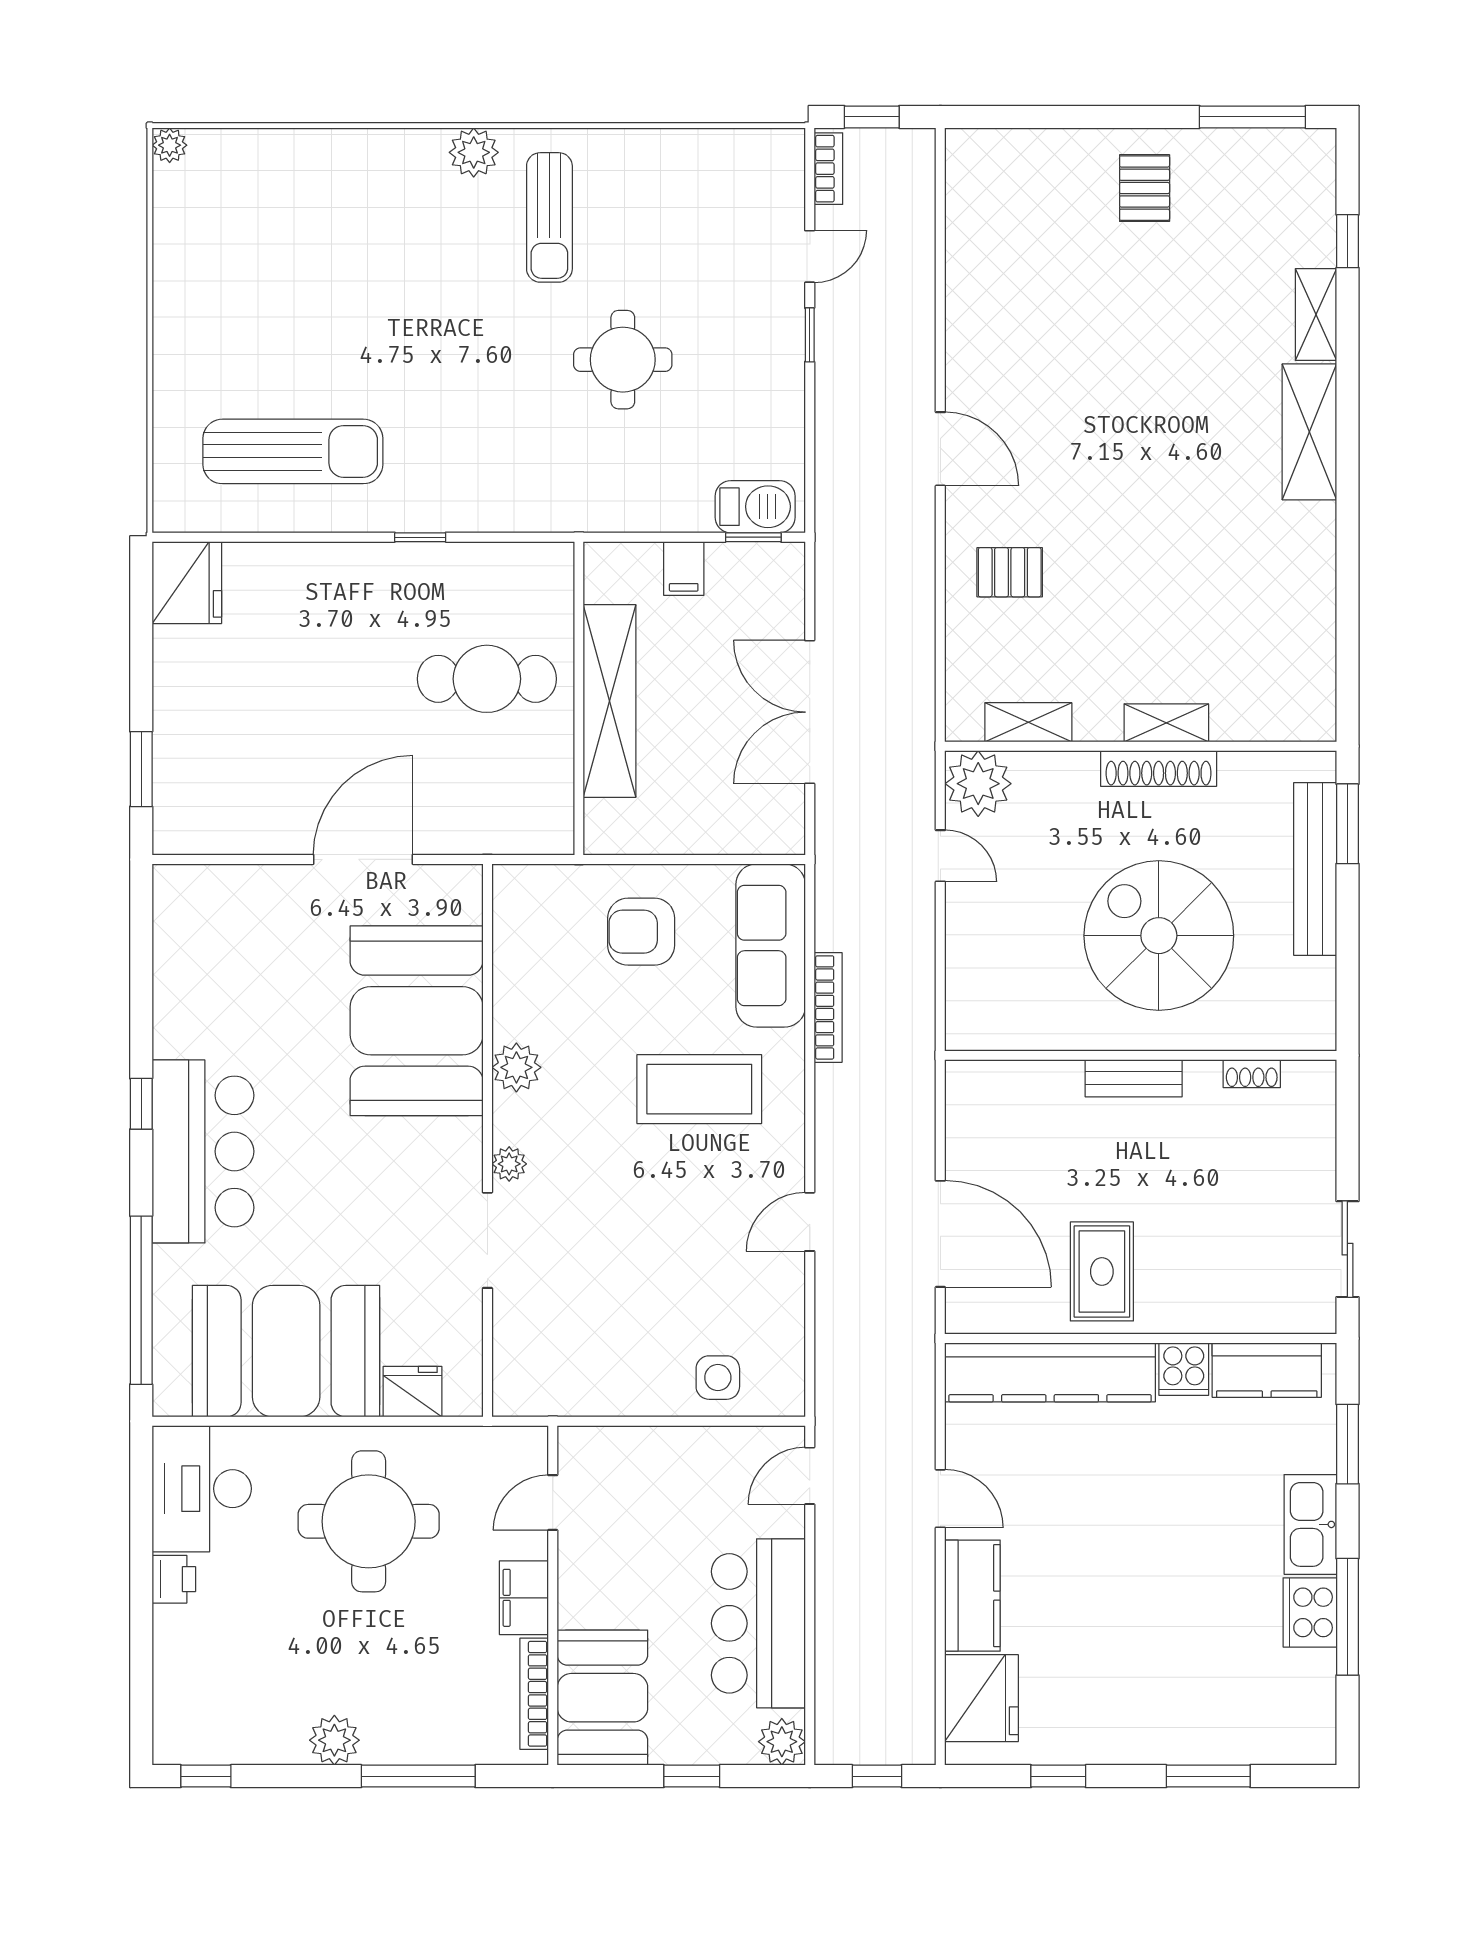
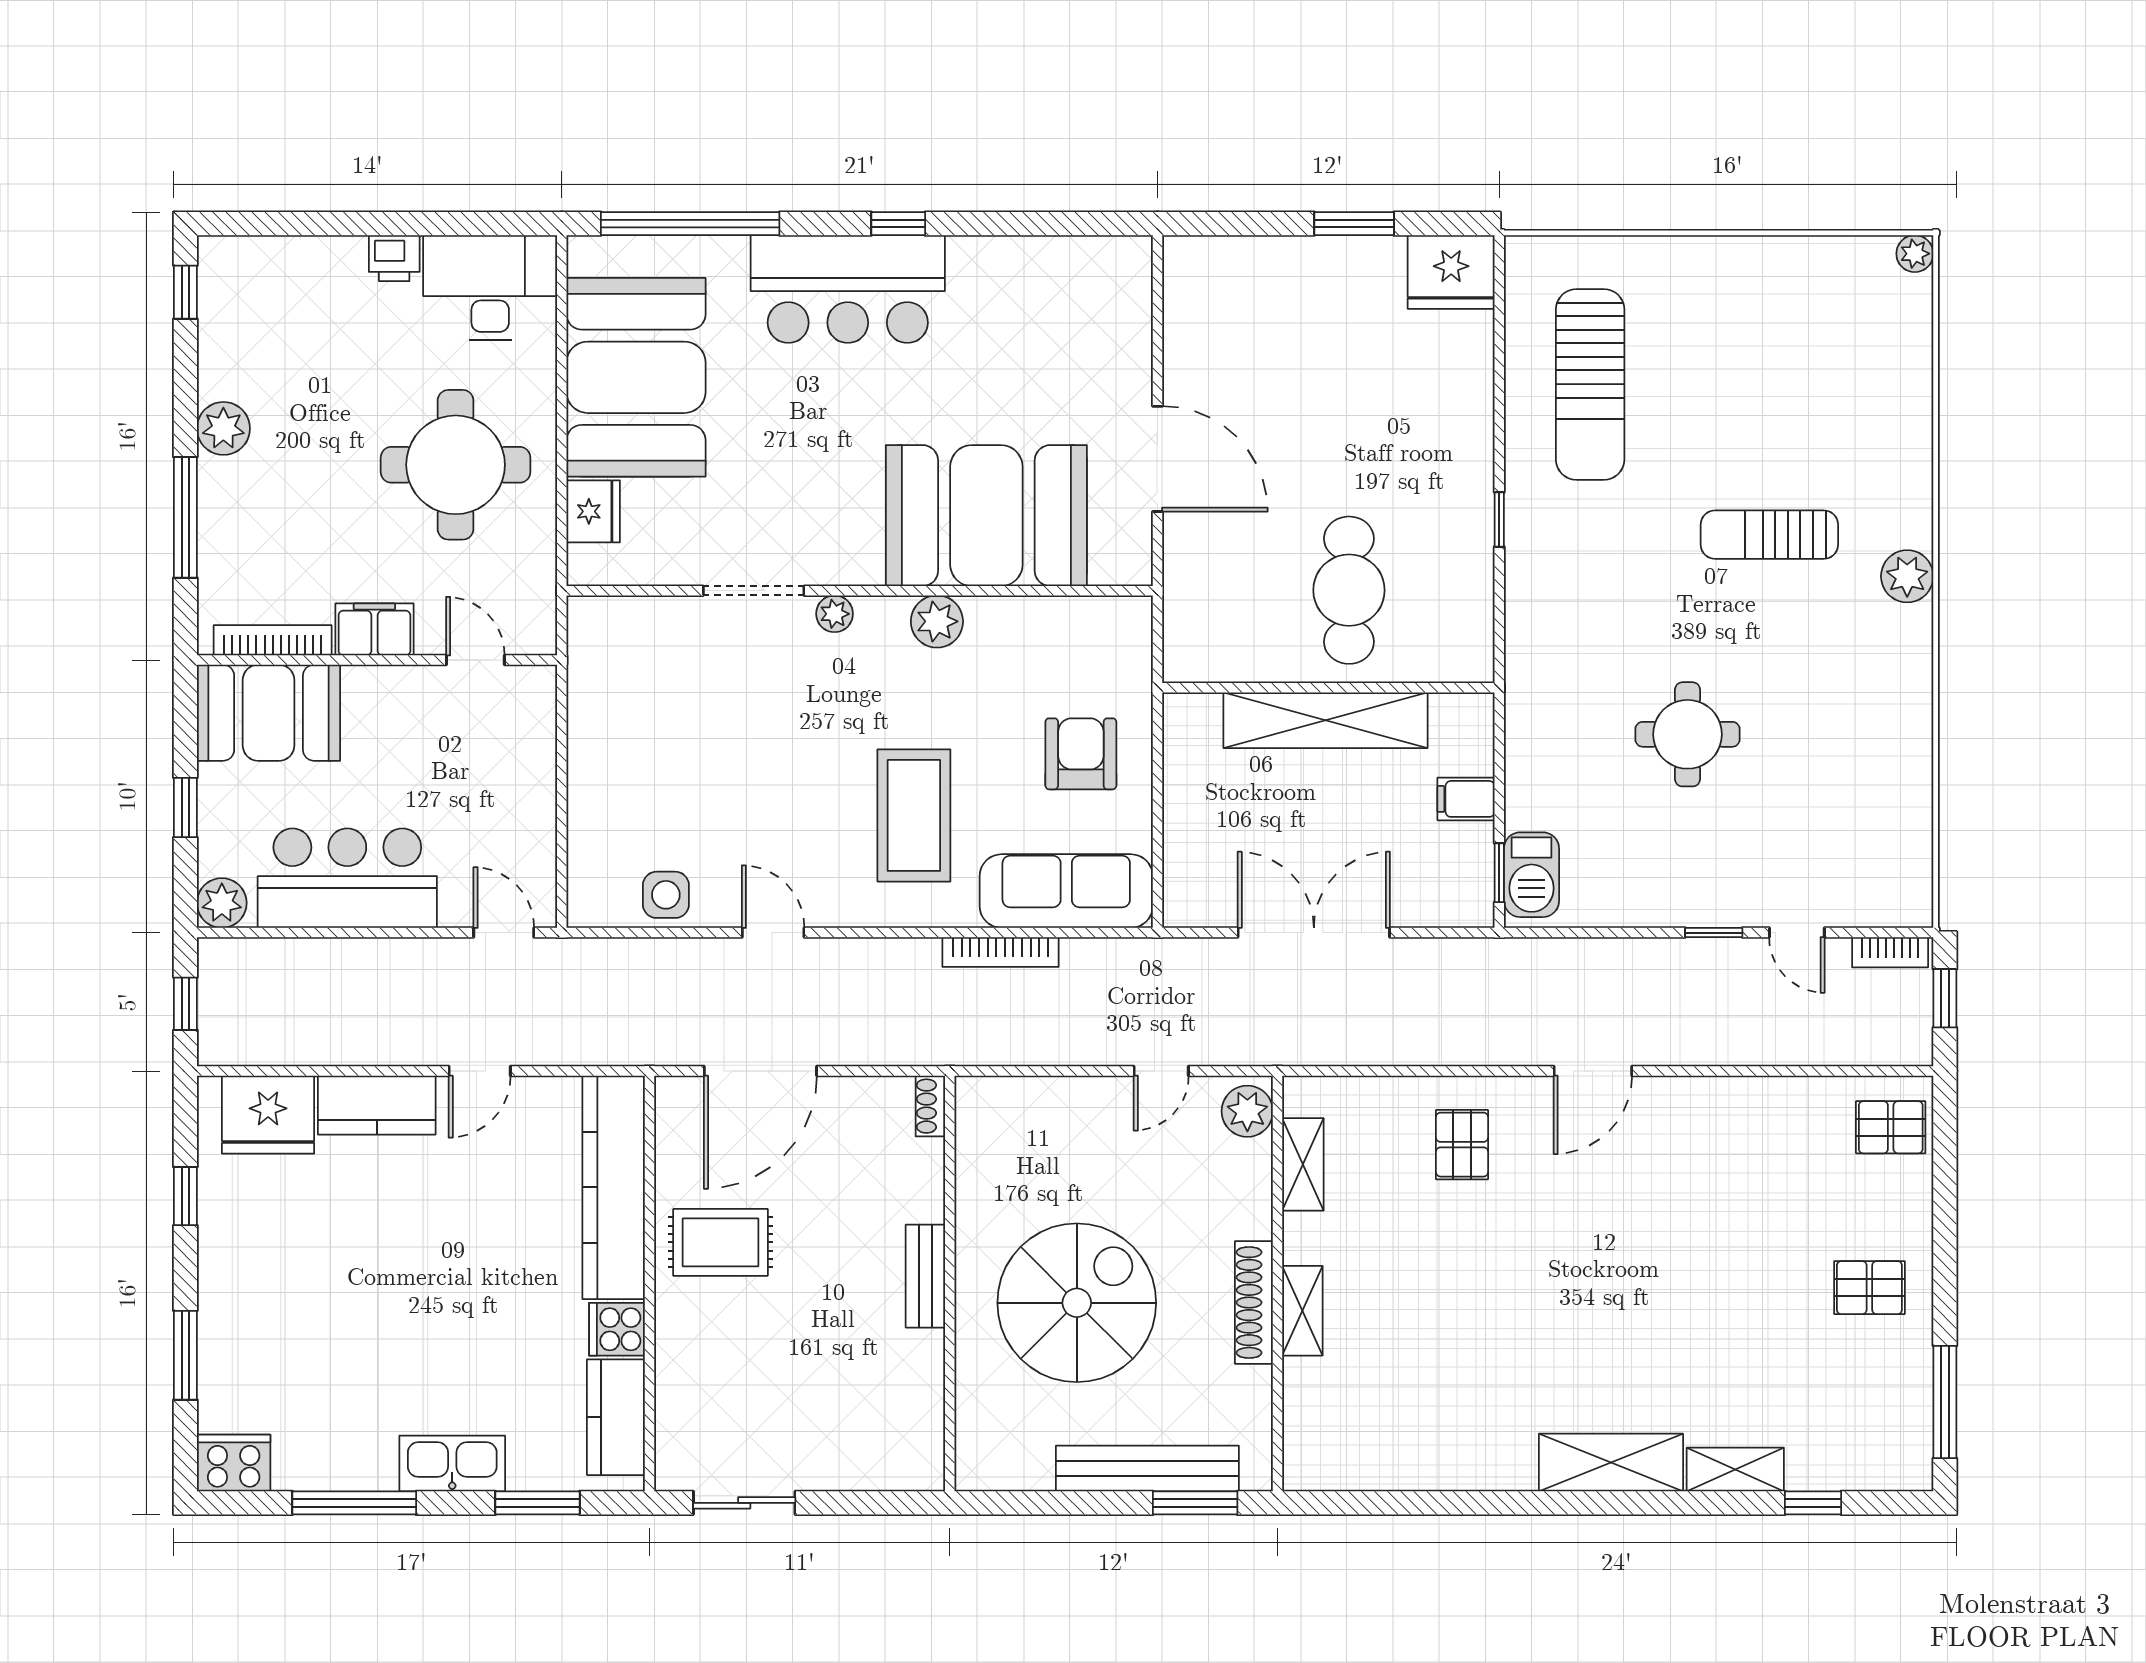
pallet: (993, 168) -> (1891, 1127), added
sun lounger: (549, 217) -> (1769, 535), moved
window: (141, 769) -> (1354, 224), moved
plant: (978, 784) -> (1247, 1111), width x0.73, depth x0.73
shoe rack: (1252, 1074) -> (930, 1106), moved
side table: (718, 1378) -> (666, 895), moved
cooker: (1310, 1612) -> (234, 1463), moved

